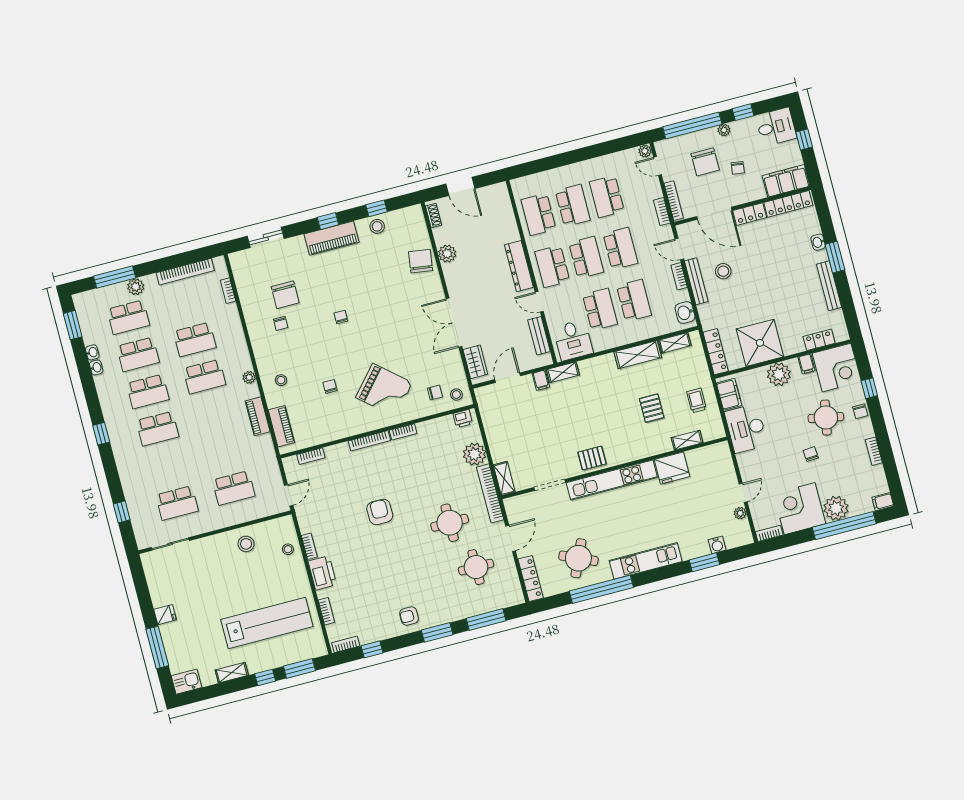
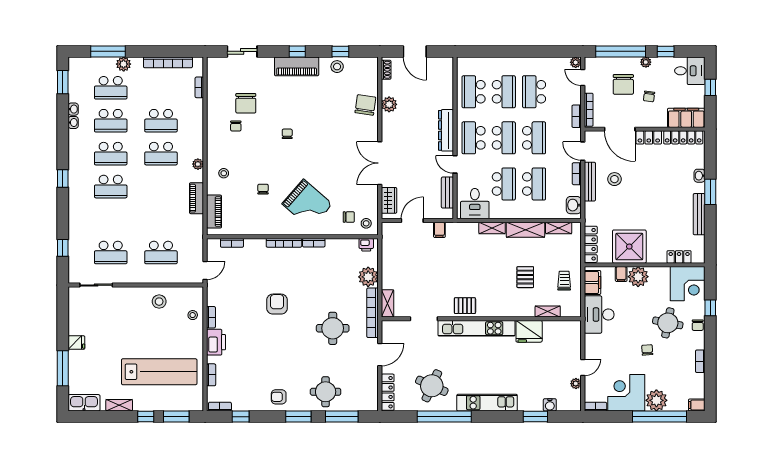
filing cabinet: (807, 364) -> (621, 274), moved
shelving: (563, 372) -> (492, 228), moved
round table: (476, 567) -> (326, 392), moved
kitchen sink: (187, 682) -> (84, 403), width x1.38

